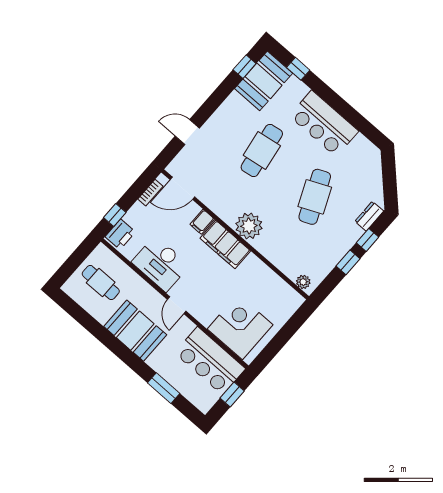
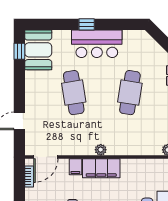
window: (298, 69) -> (87, 24), moved
cafe table: (315, 197) -> (130, 93), turned 33
plant: (249, 226) -> (101, 150), width x0.53, depth x0.53

